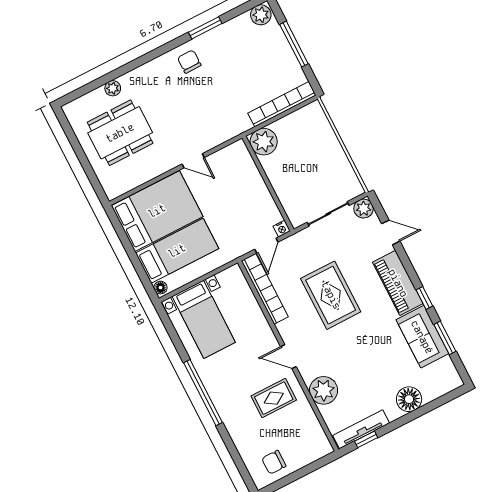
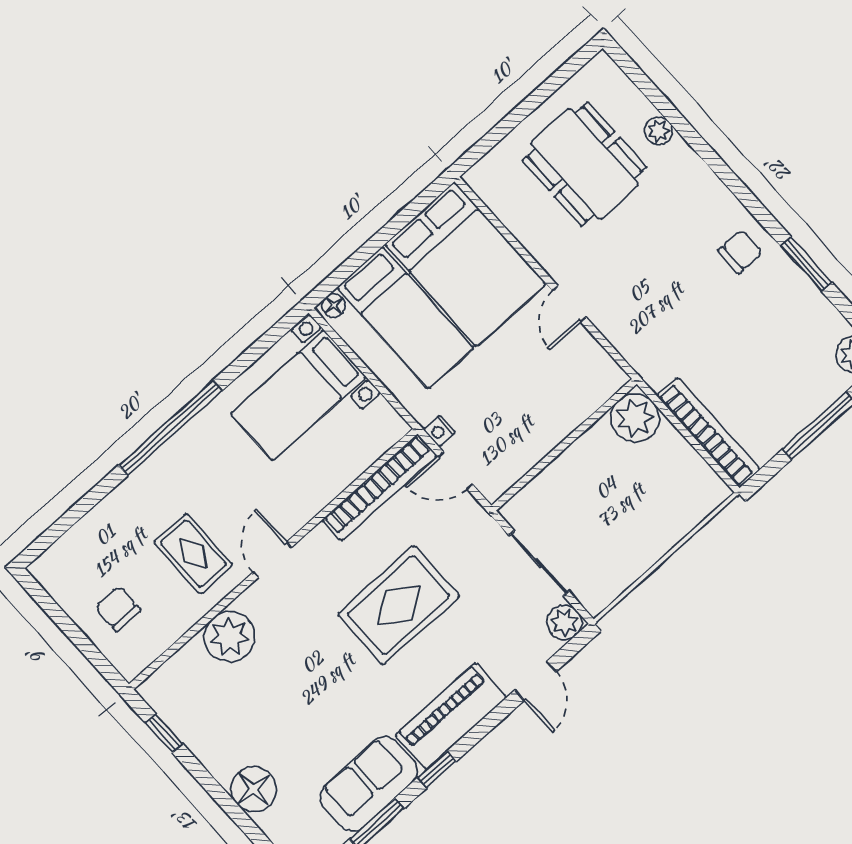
nightstand: (282, 229) -> (439, 431), moved
tv unit: (361, 429) -> (179, 720), removed
chair: (274, 462) -> (118, 609), moved

